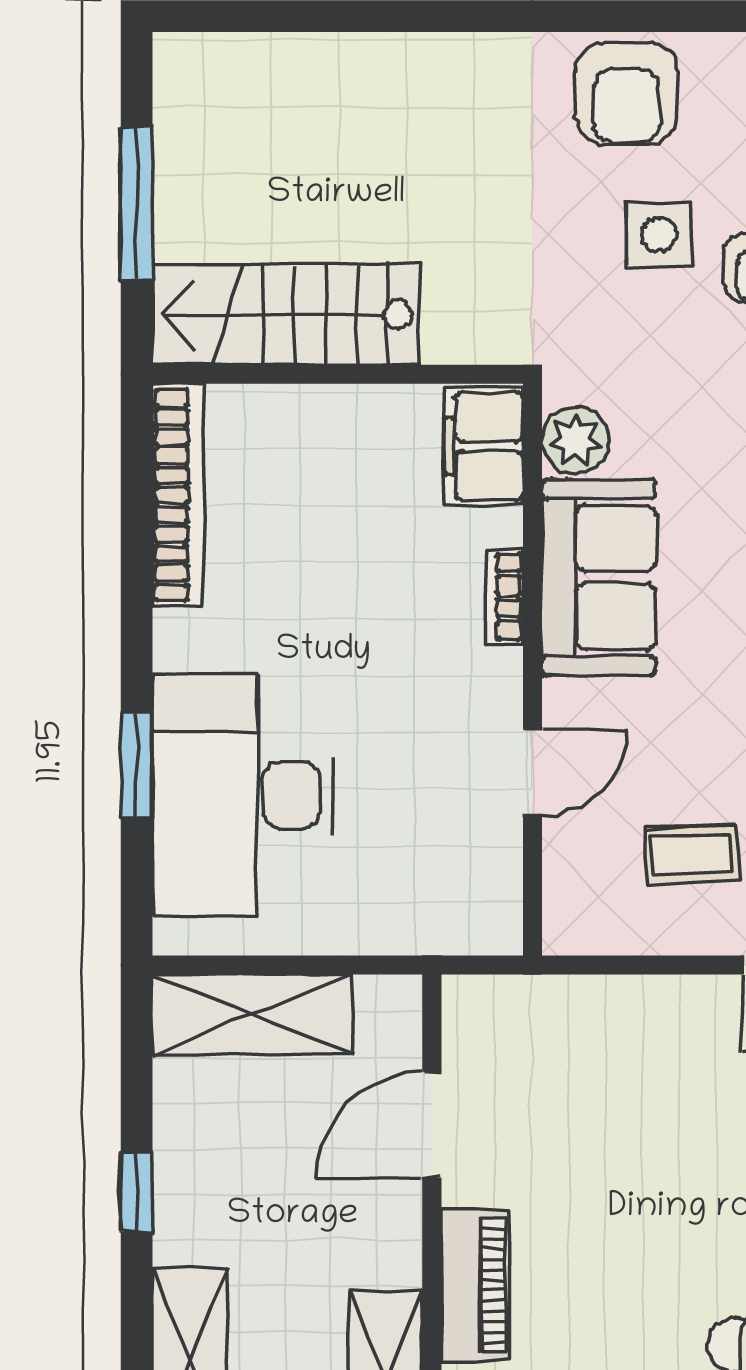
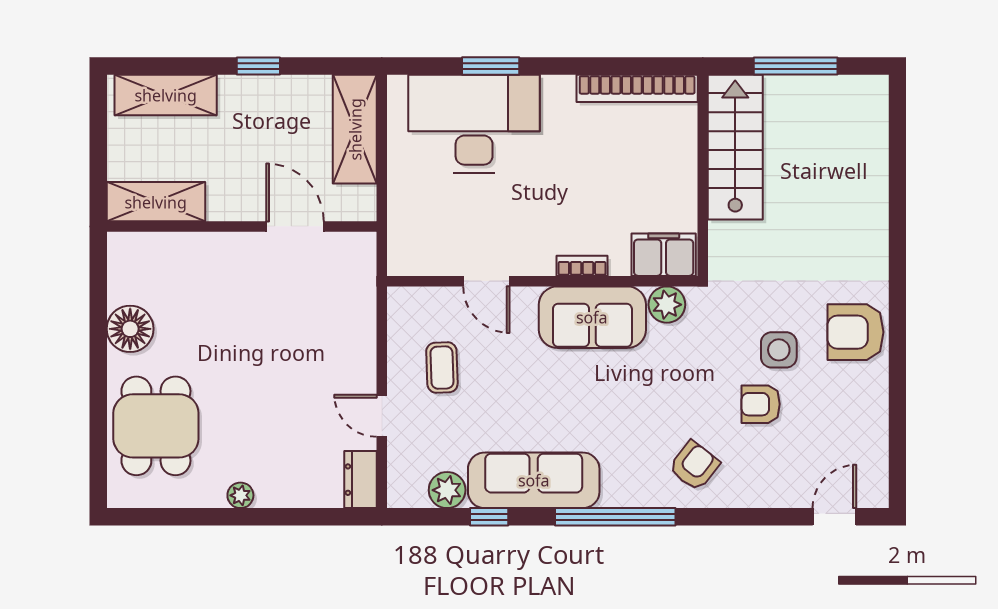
piano: (475, 1285) -> (208, 250), removed

